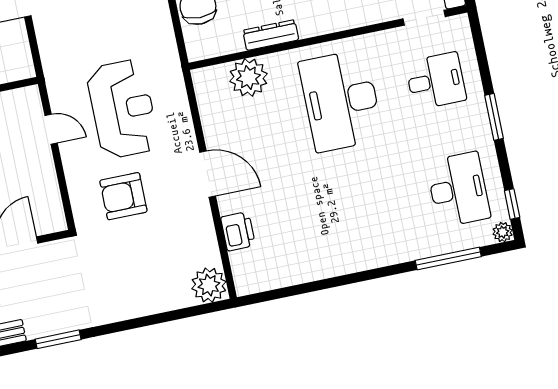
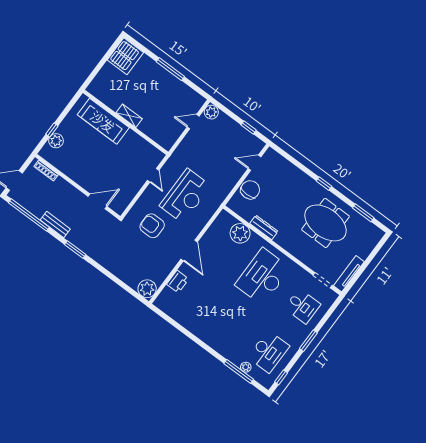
plant: (503, 232) -> (246, 367), moved

